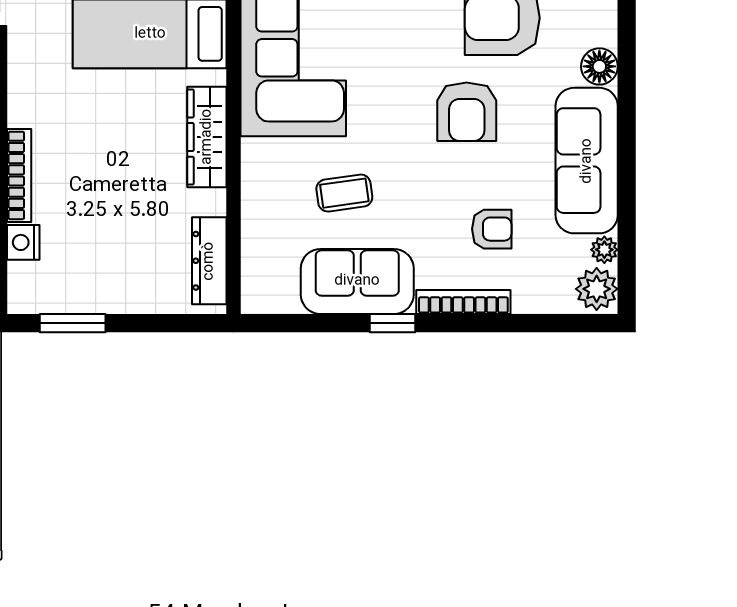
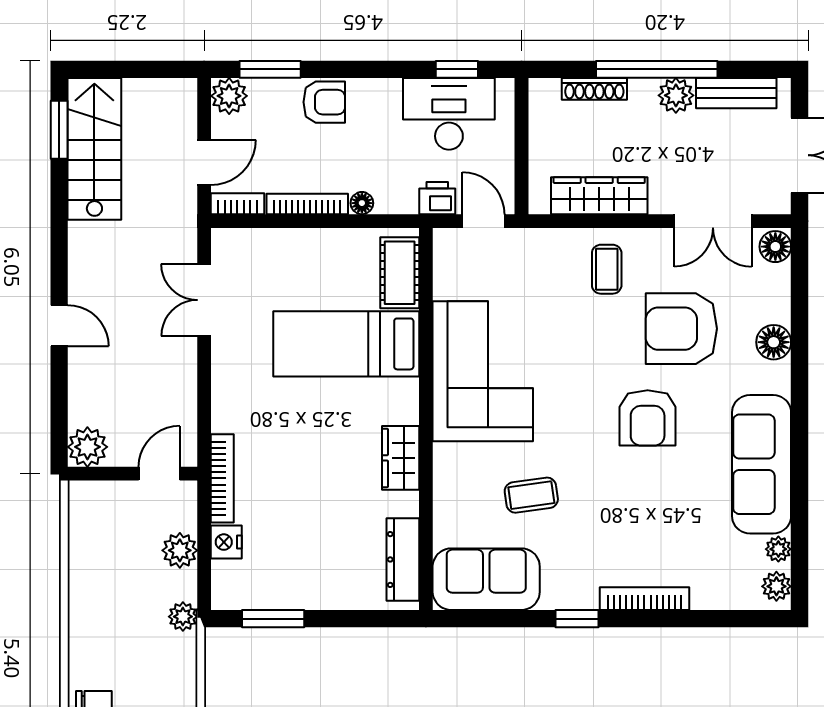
floor lamp: (599, 66) -> (774, 342), moved
wardrobe: (207, 137) -> (401, 458), width x0.67
armchair: (492, 229) -> (671, 529), removed
sofa: (357, 281) -> (486, 579), moved
plant: (597, 289) -> (776, 586), width x0.73, depth x0.73

